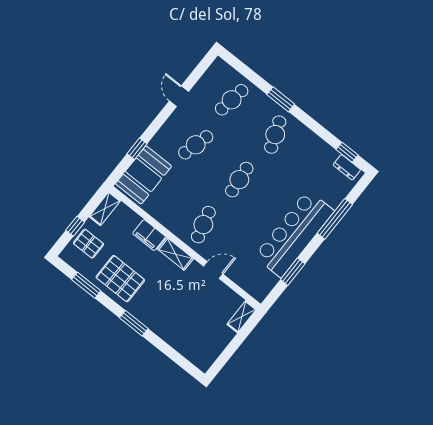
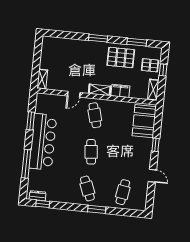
cafe table: (196, 145) -> (127, 155), removed
window: (137, 149) -> (156, 145), moved

